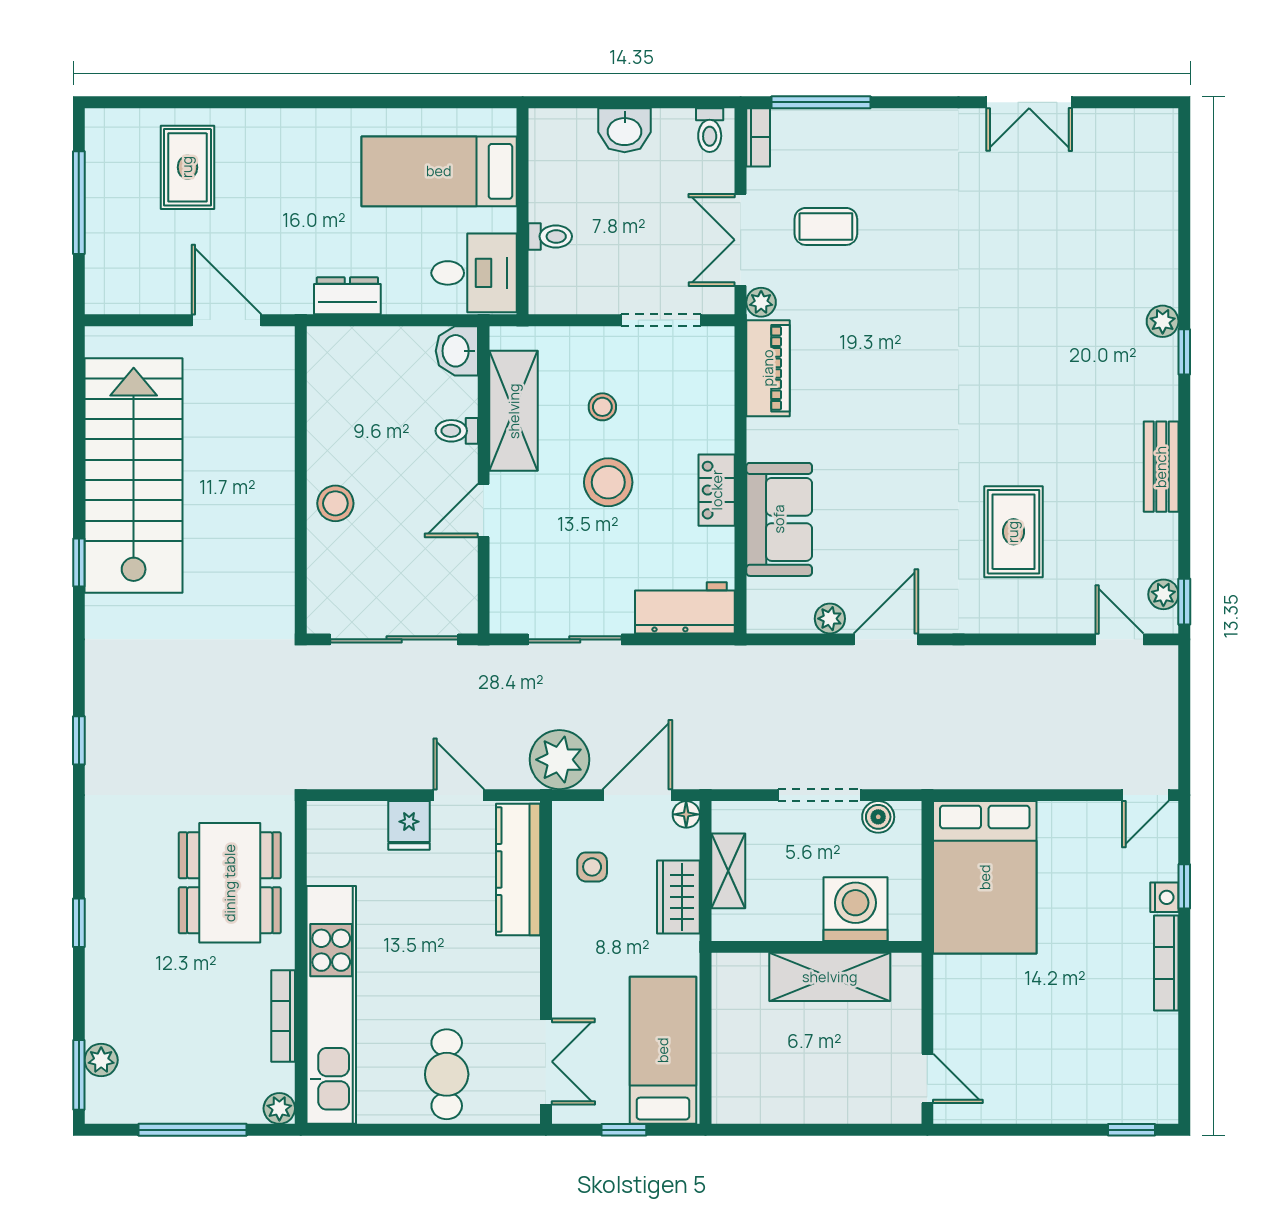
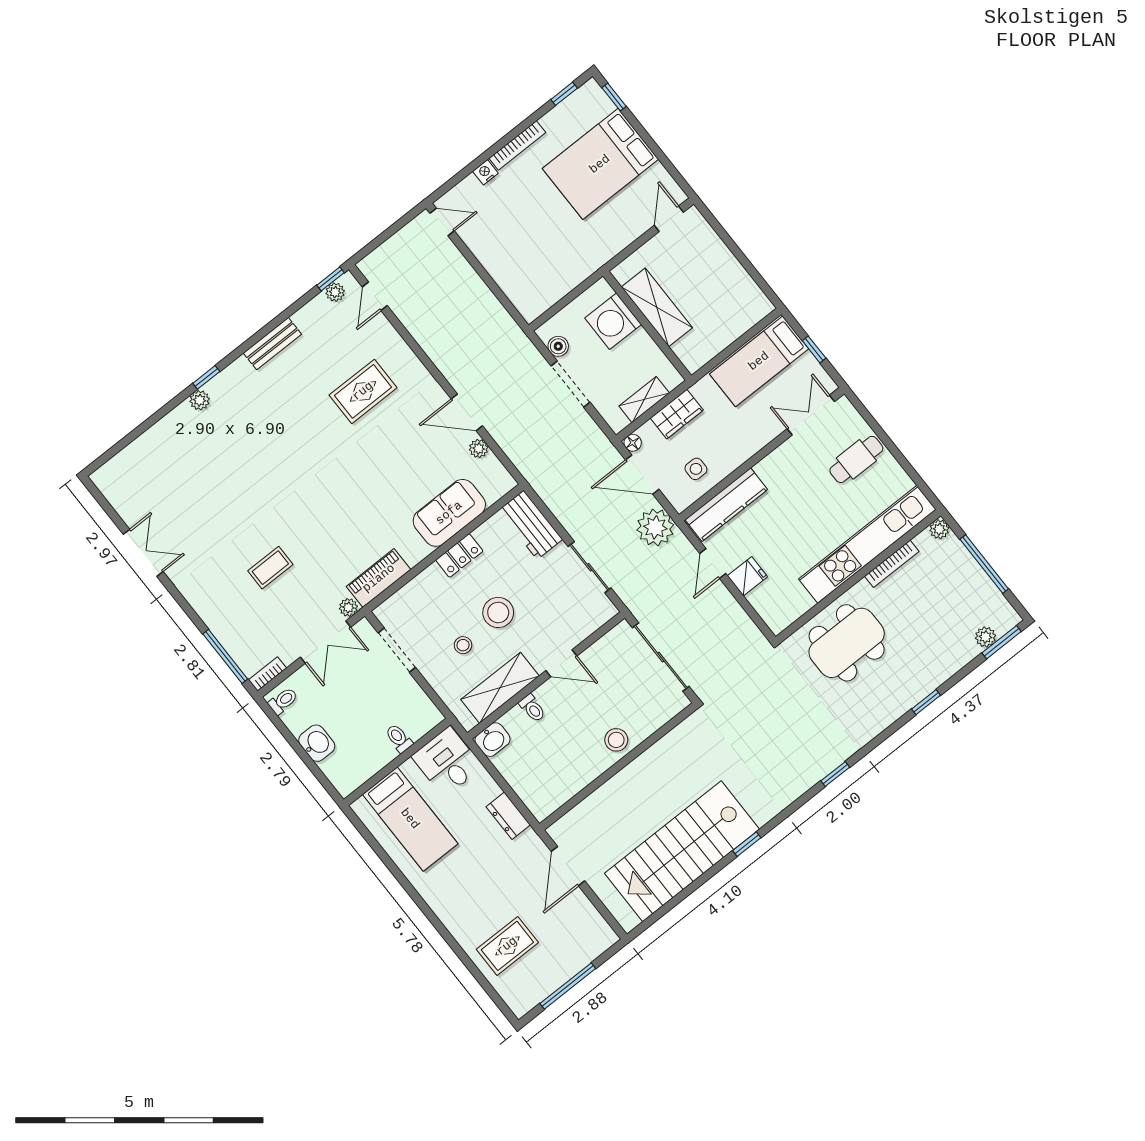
coffee table: (826, 226) -> (270, 568), moved, turned 90
bed: (985, 877) -> (600, 164), moved, turned 180
window: (1184, 886) -> (564, 94), moved

